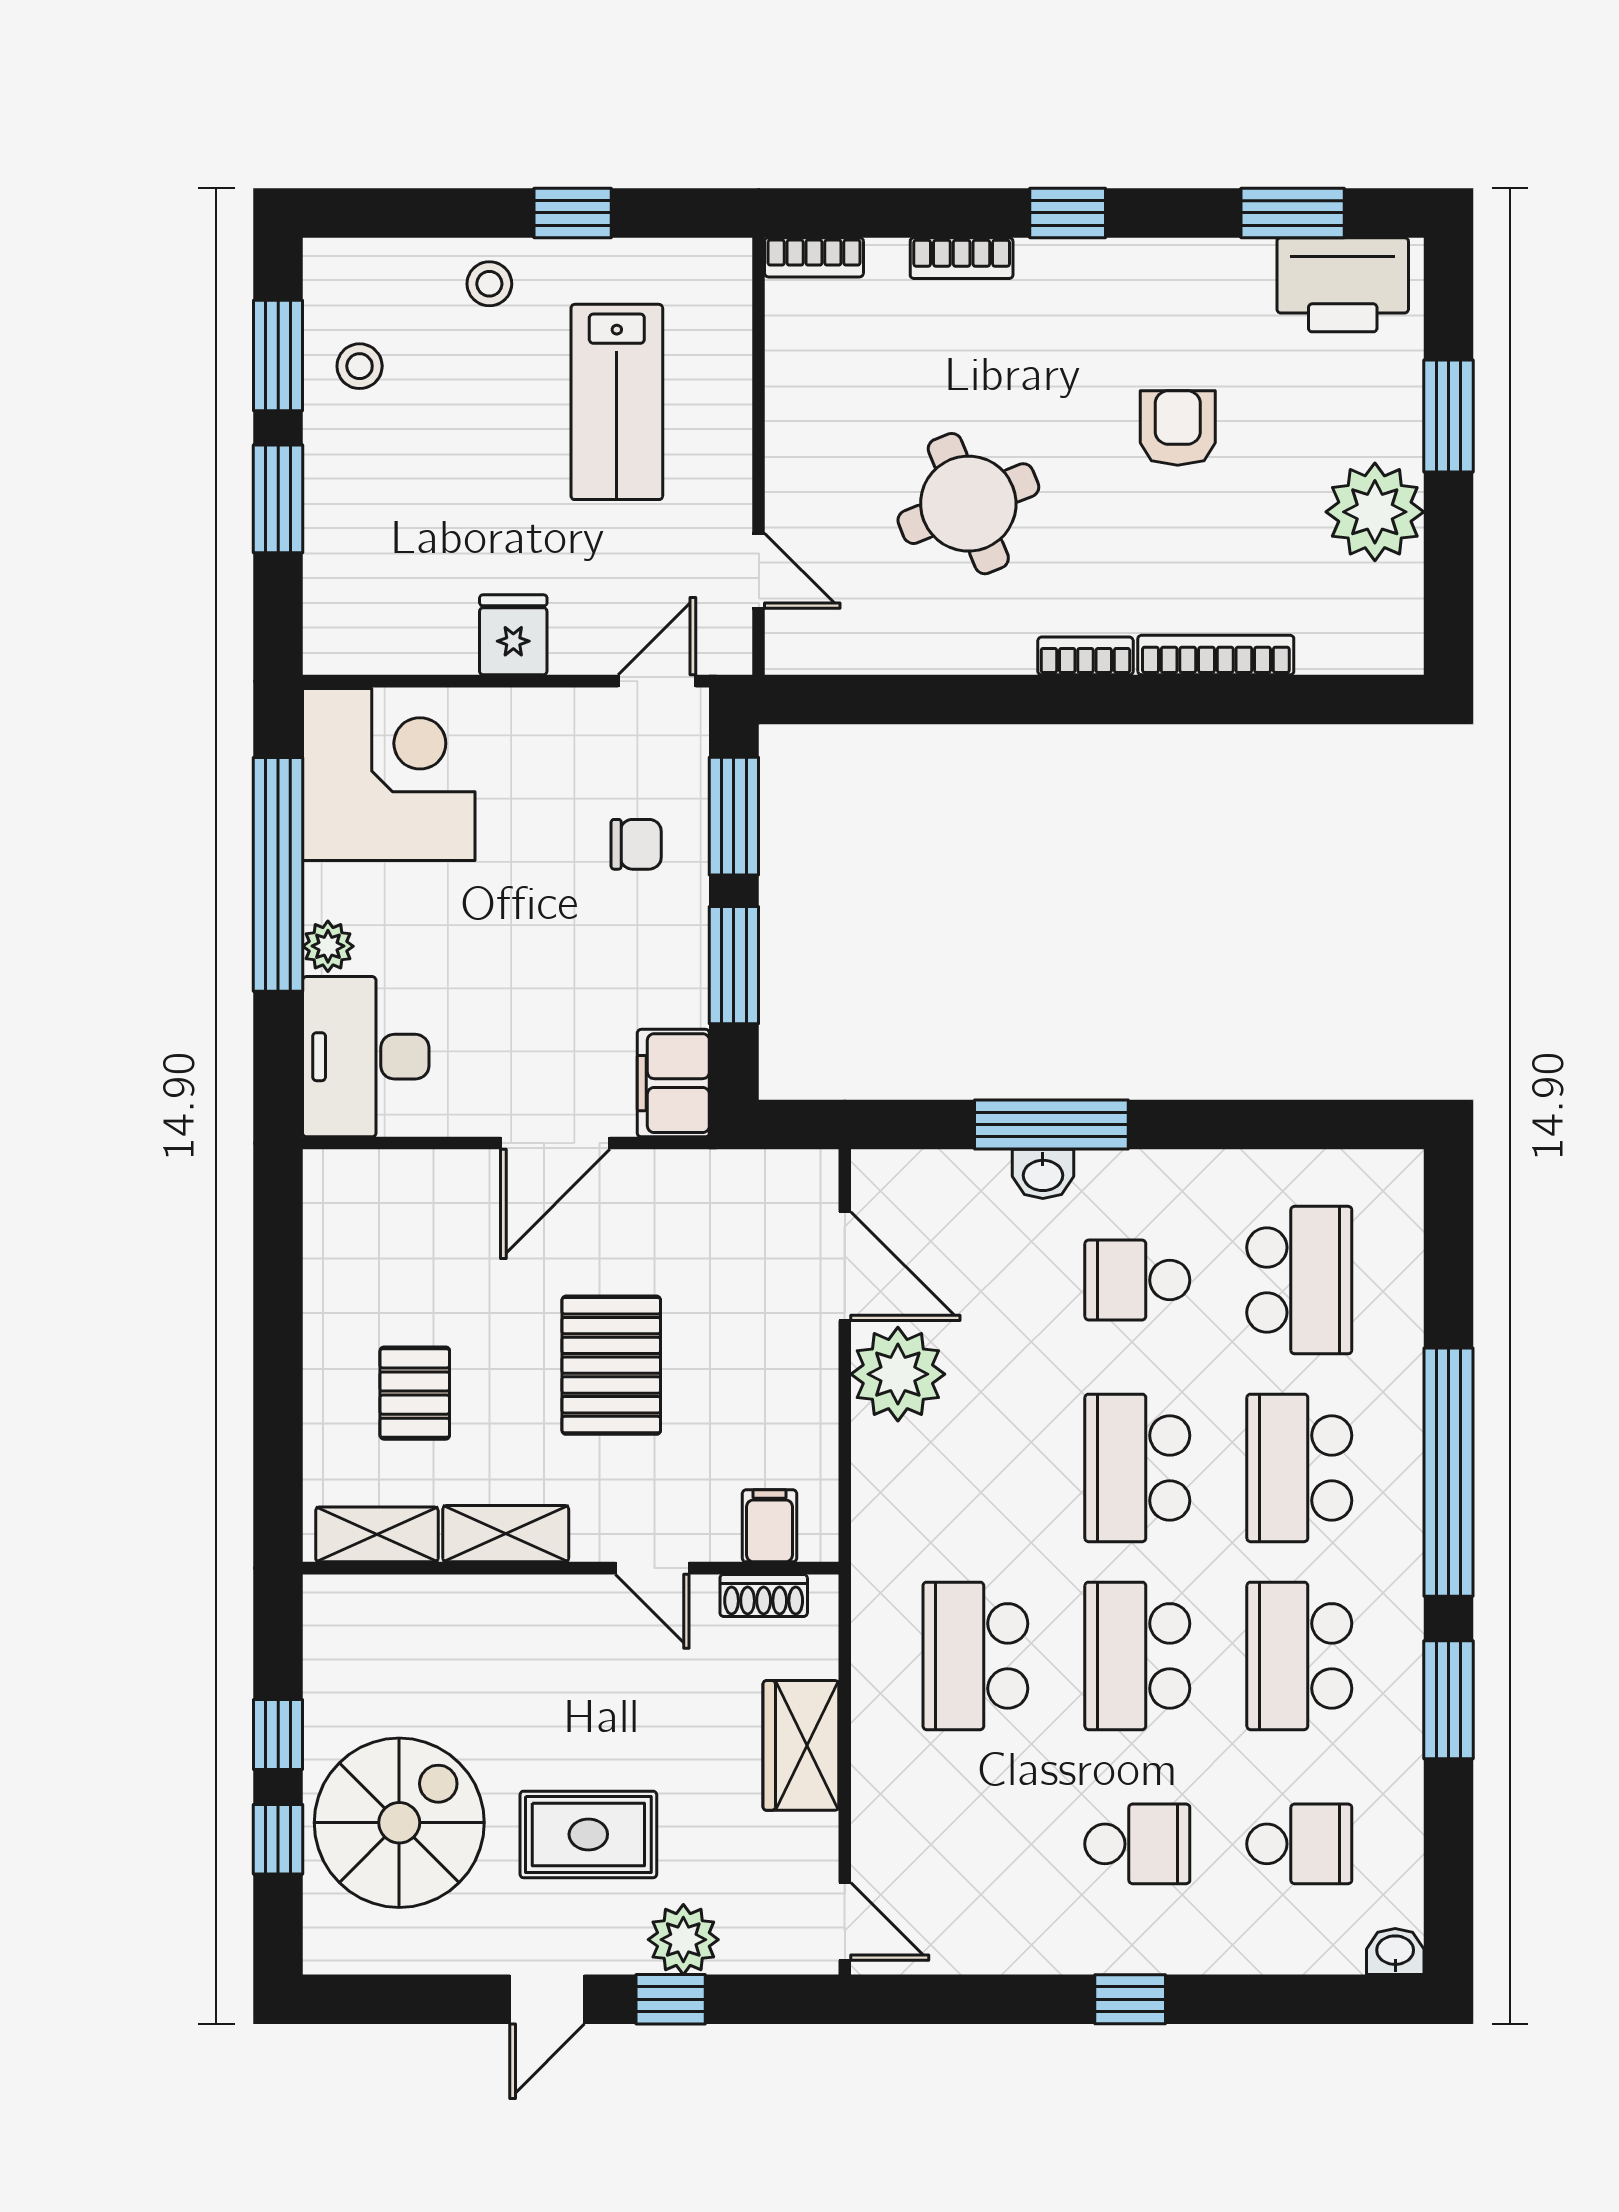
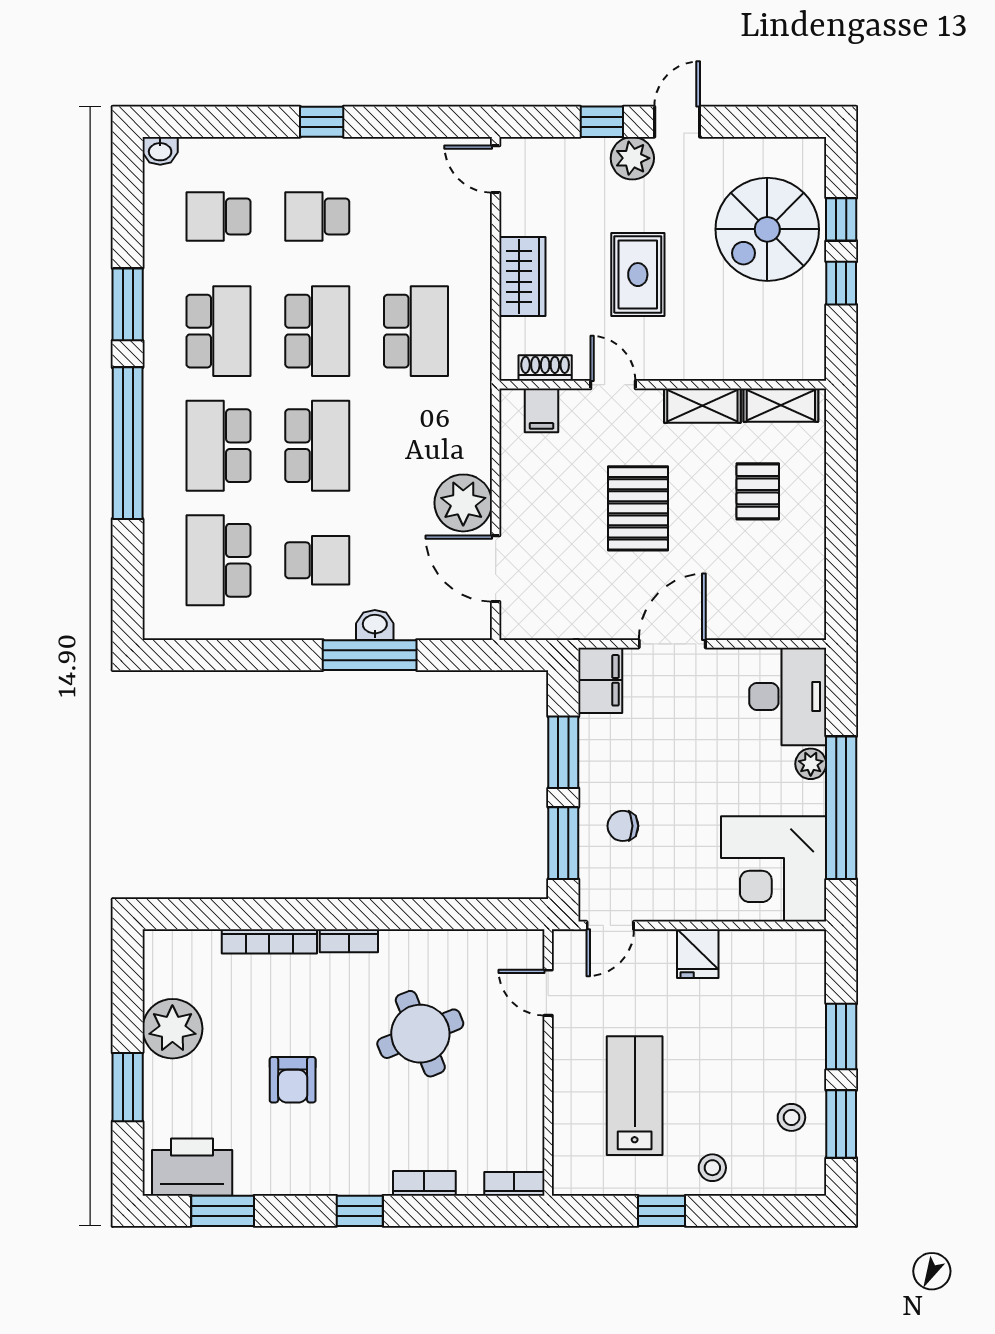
school desk: (1299, 1468) -> (218, 446), turned 180
rug: (588, 1834) -> (638, 275), moved, turned 90
plant: (683, 1940) -> (632, 158), moved

